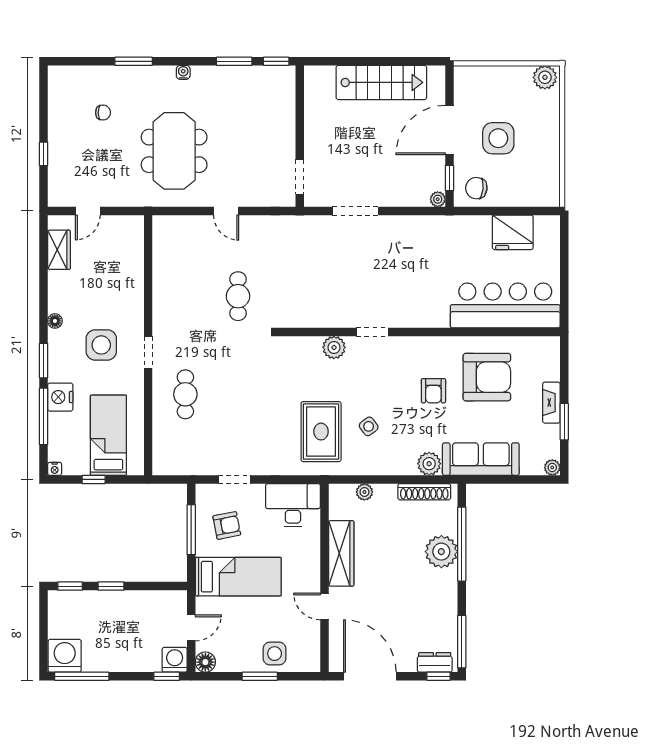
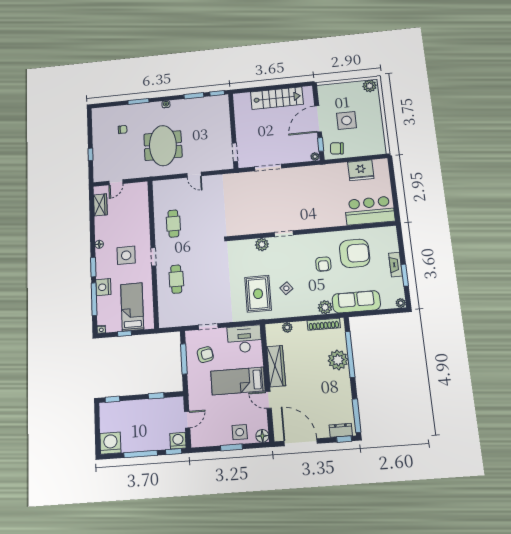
cafe table: (238, 296) -> (173, 224), moved
bar counter: (505, 305) -> (370, 211), width x0.73
bed: (238, 577) -> (238, 381), moved, turned 180
window: (111, 586) -> (156, 396), moved
floor lamp: (205, 662) -> (262, 436), moved
window: (82, 676) -> (141, 454), moved

